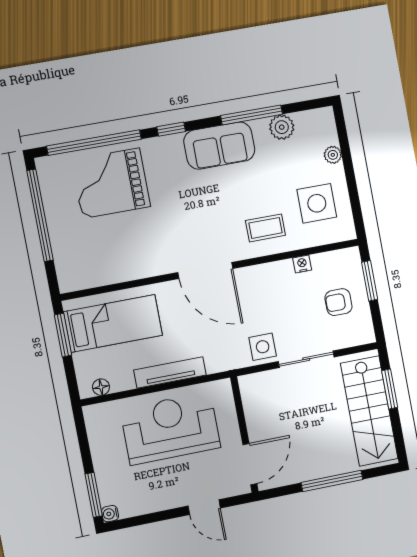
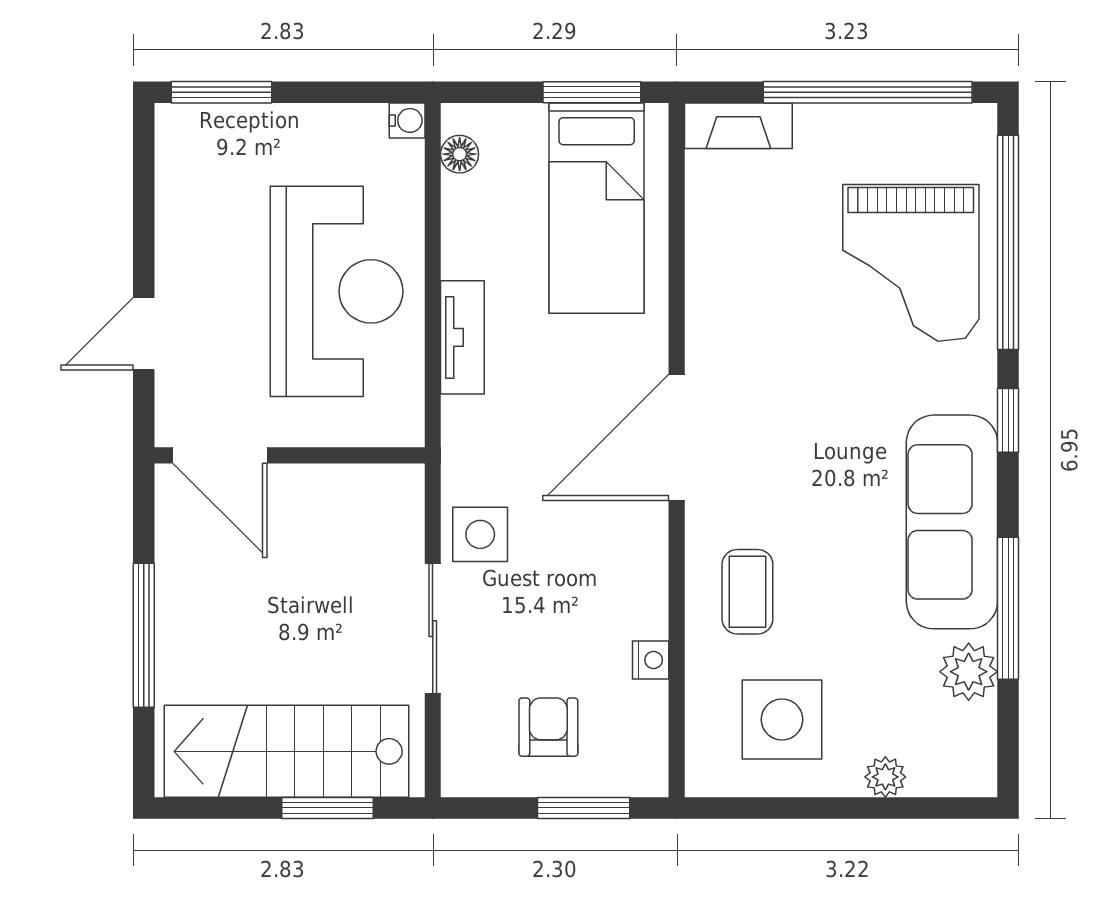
sofa: (219, 146) -> (952, 522), width x1.36
grand piano: (111, 183) -> (911, 263), turned 180
fireplace: (65, 269) -> (738, 126), added
tv unit: (170, 372) -> (462, 337), width x0.71
water cooler: (110, 514) -> (407, 120), moved, turned 90

